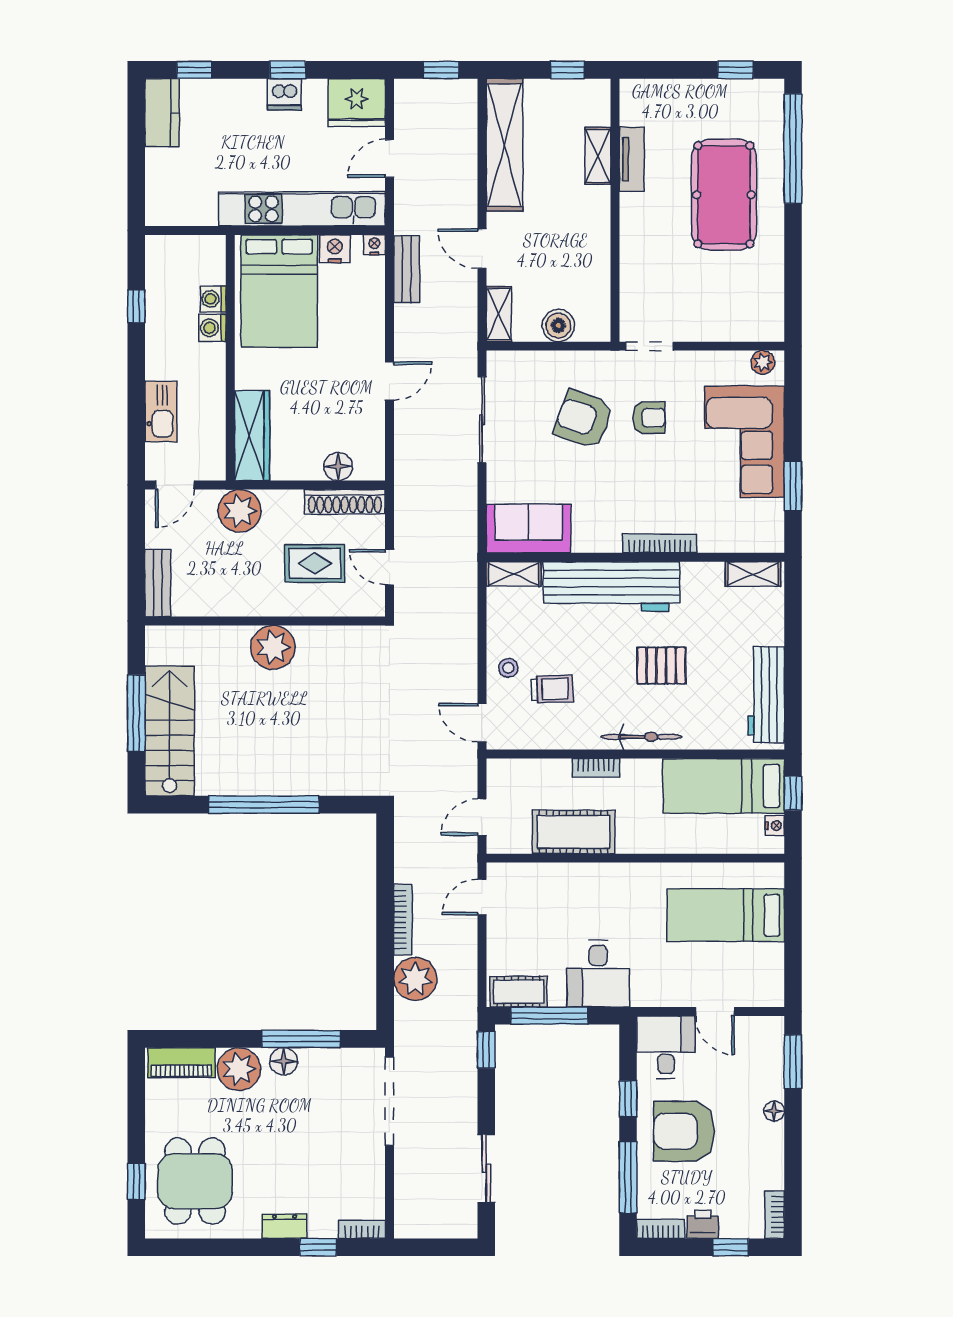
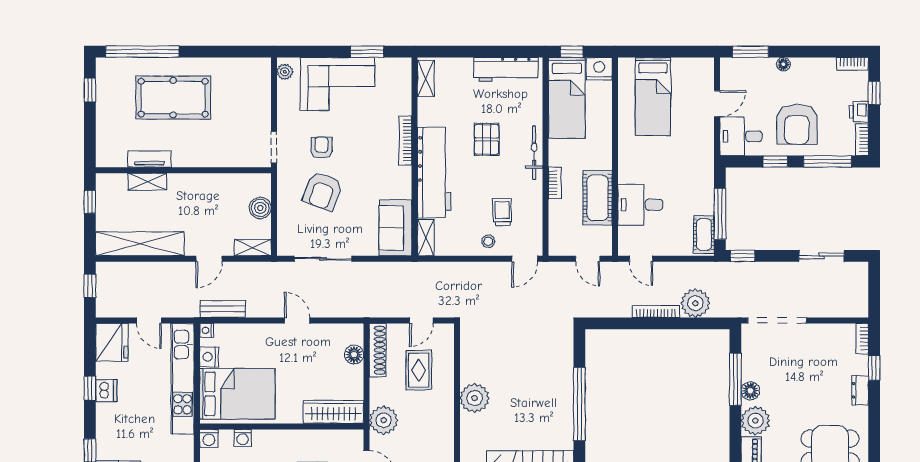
washing machine: (212, 328) -> (209, 438), moved
nightstand: (775, 826) -> (599, 69), width x1.89, depth x1.79
desk: (598, 974) -> (640, 205), moved, turned 180

